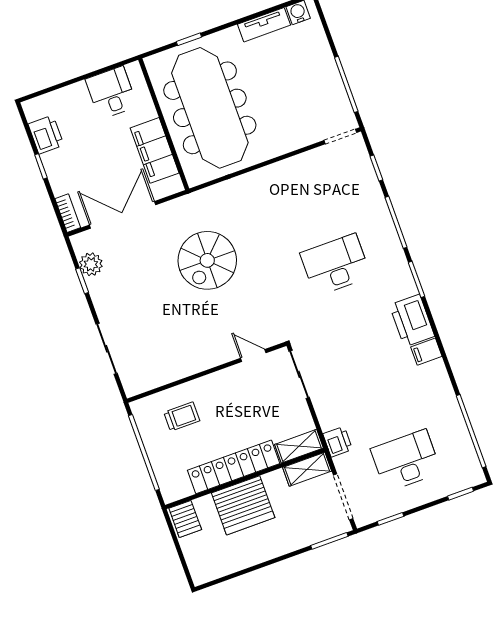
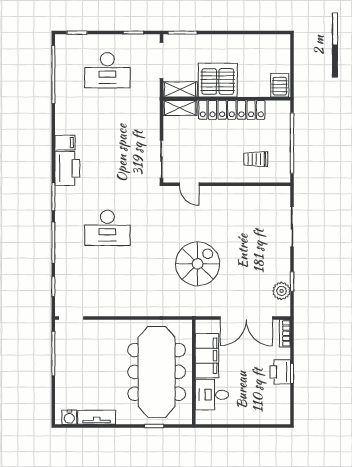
desk: (111, 93) -> (212, 395), moved, turned 90
printer: (46, 135) -> (280, 372), moved
printer: (338, 442) -> (151, 101), removed
server rack: (243, 505) -> (218, 80), moved

